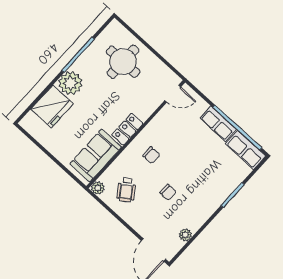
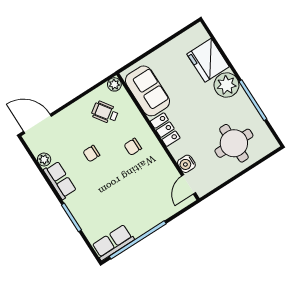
water cooler: (154, 101) -> (186, 164), added
row of seats: (218, 124) -> (60, 180), moved, turned 90

